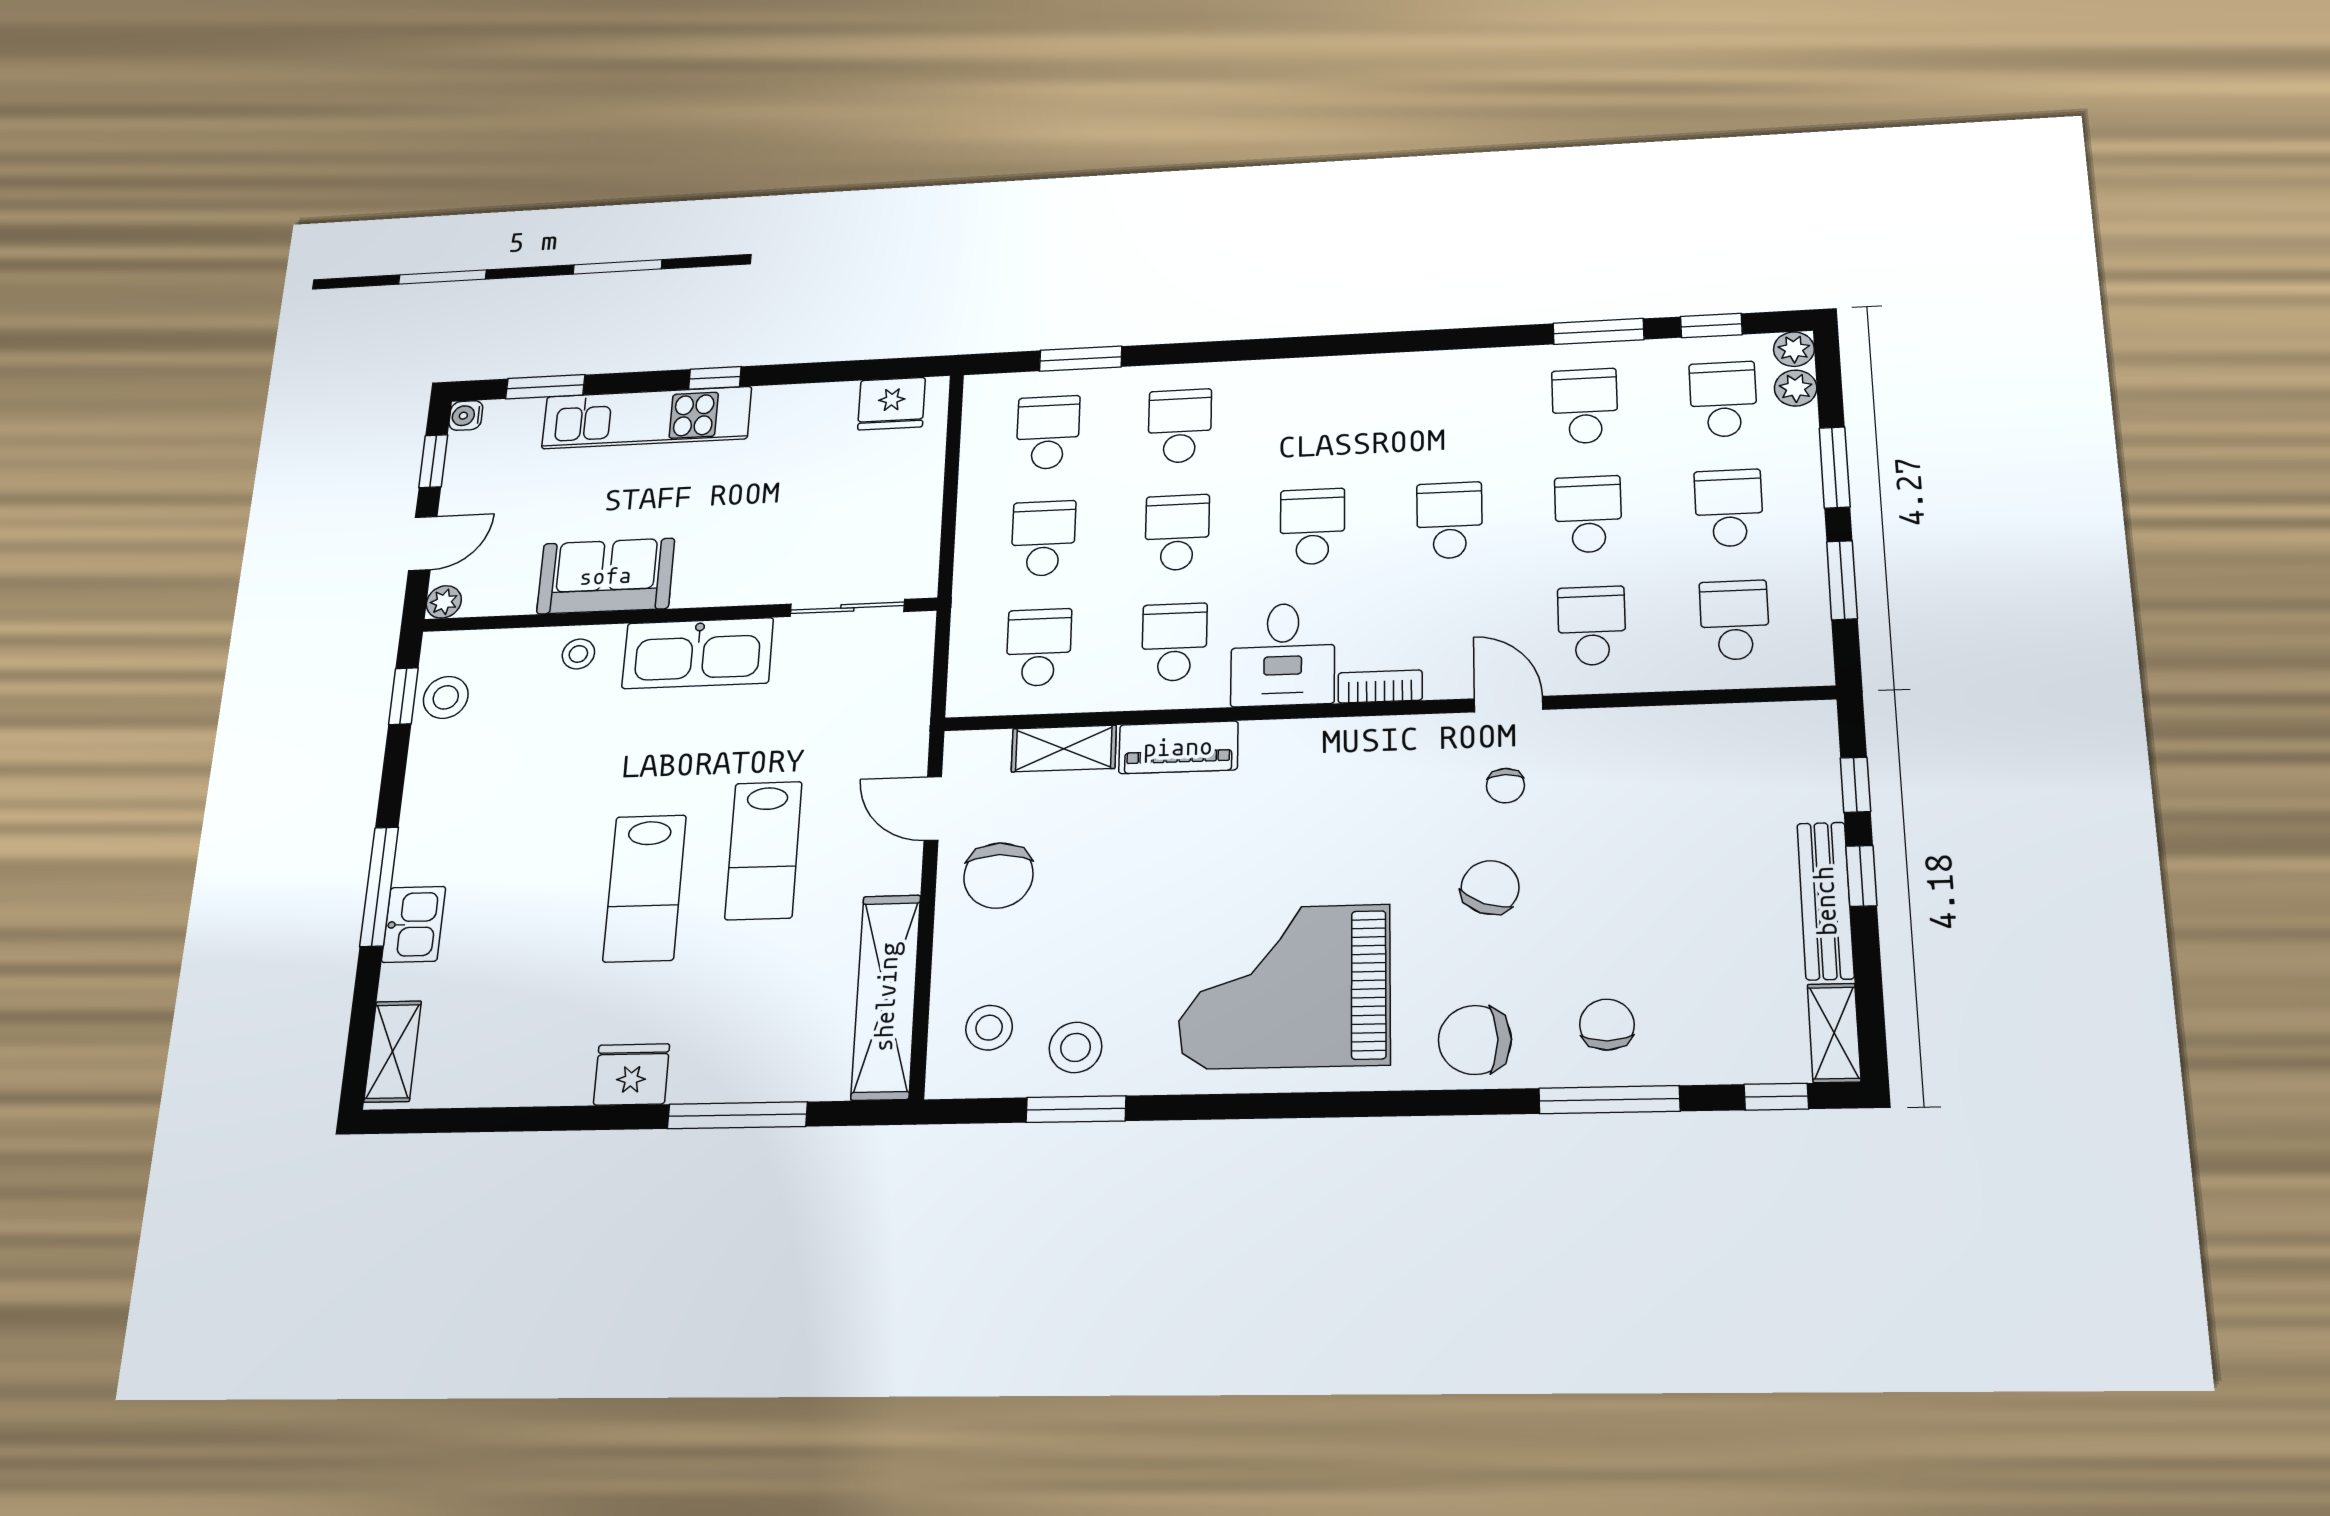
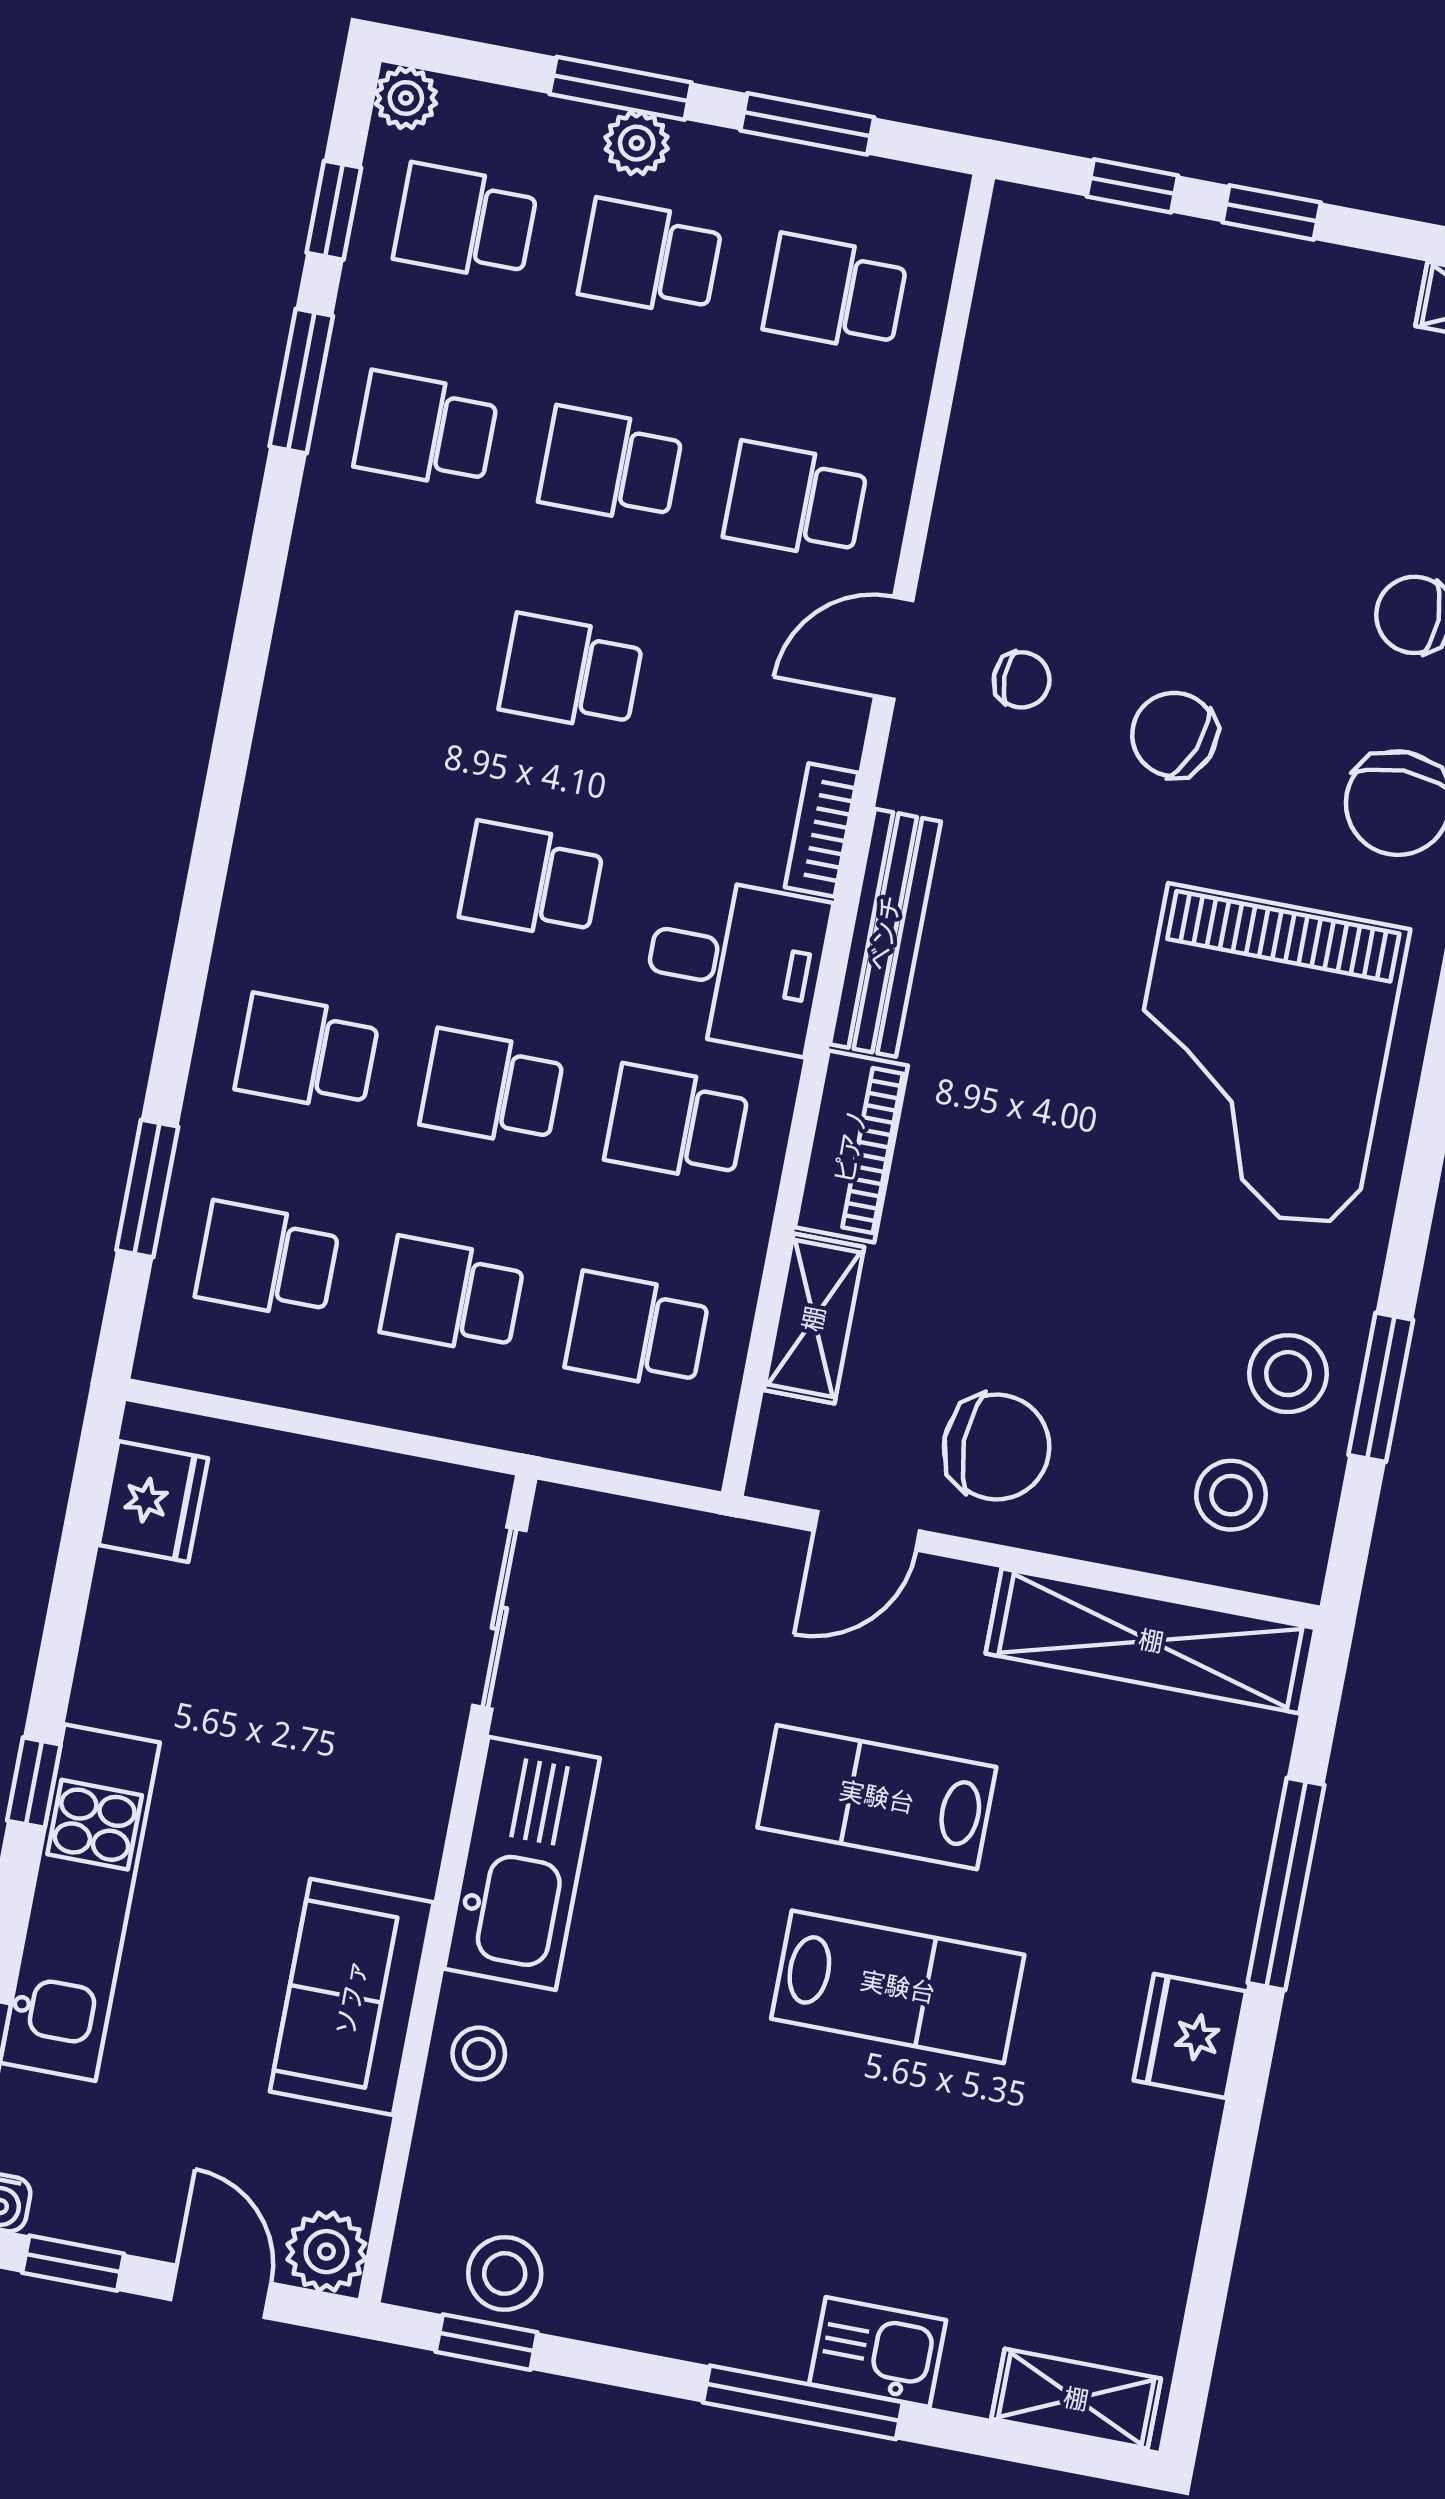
plant: (1796, 388) -> (637, 143), moved
plant: (444, 602) -> (326, 2252), width x1.38, depth x1.38
lab bench: (764, 850) -> (877, 1797), turned 180
bench: (1825, 901) -> (885, 933), moved, turned 90

